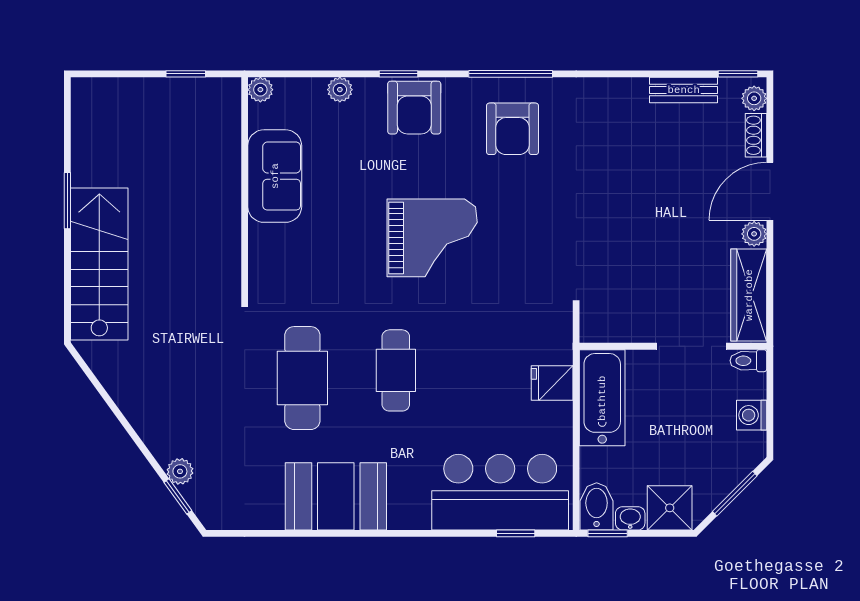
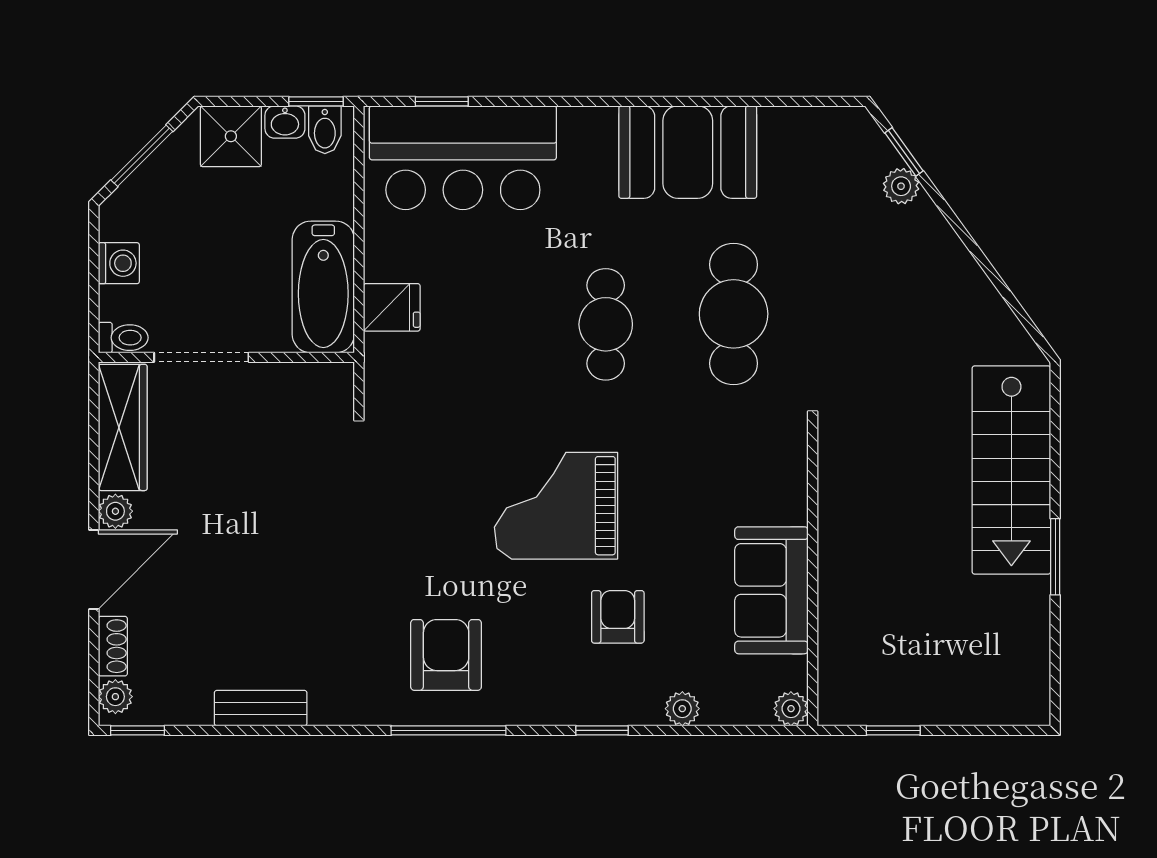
bench: (684, 90) -> (261, 708), moved
armchair: (414, 108) -> (618, 617), moved, width x0.72, depth x0.72
bidet: (597, 506) -> (325, 130), width x0.72, depth x0.74

